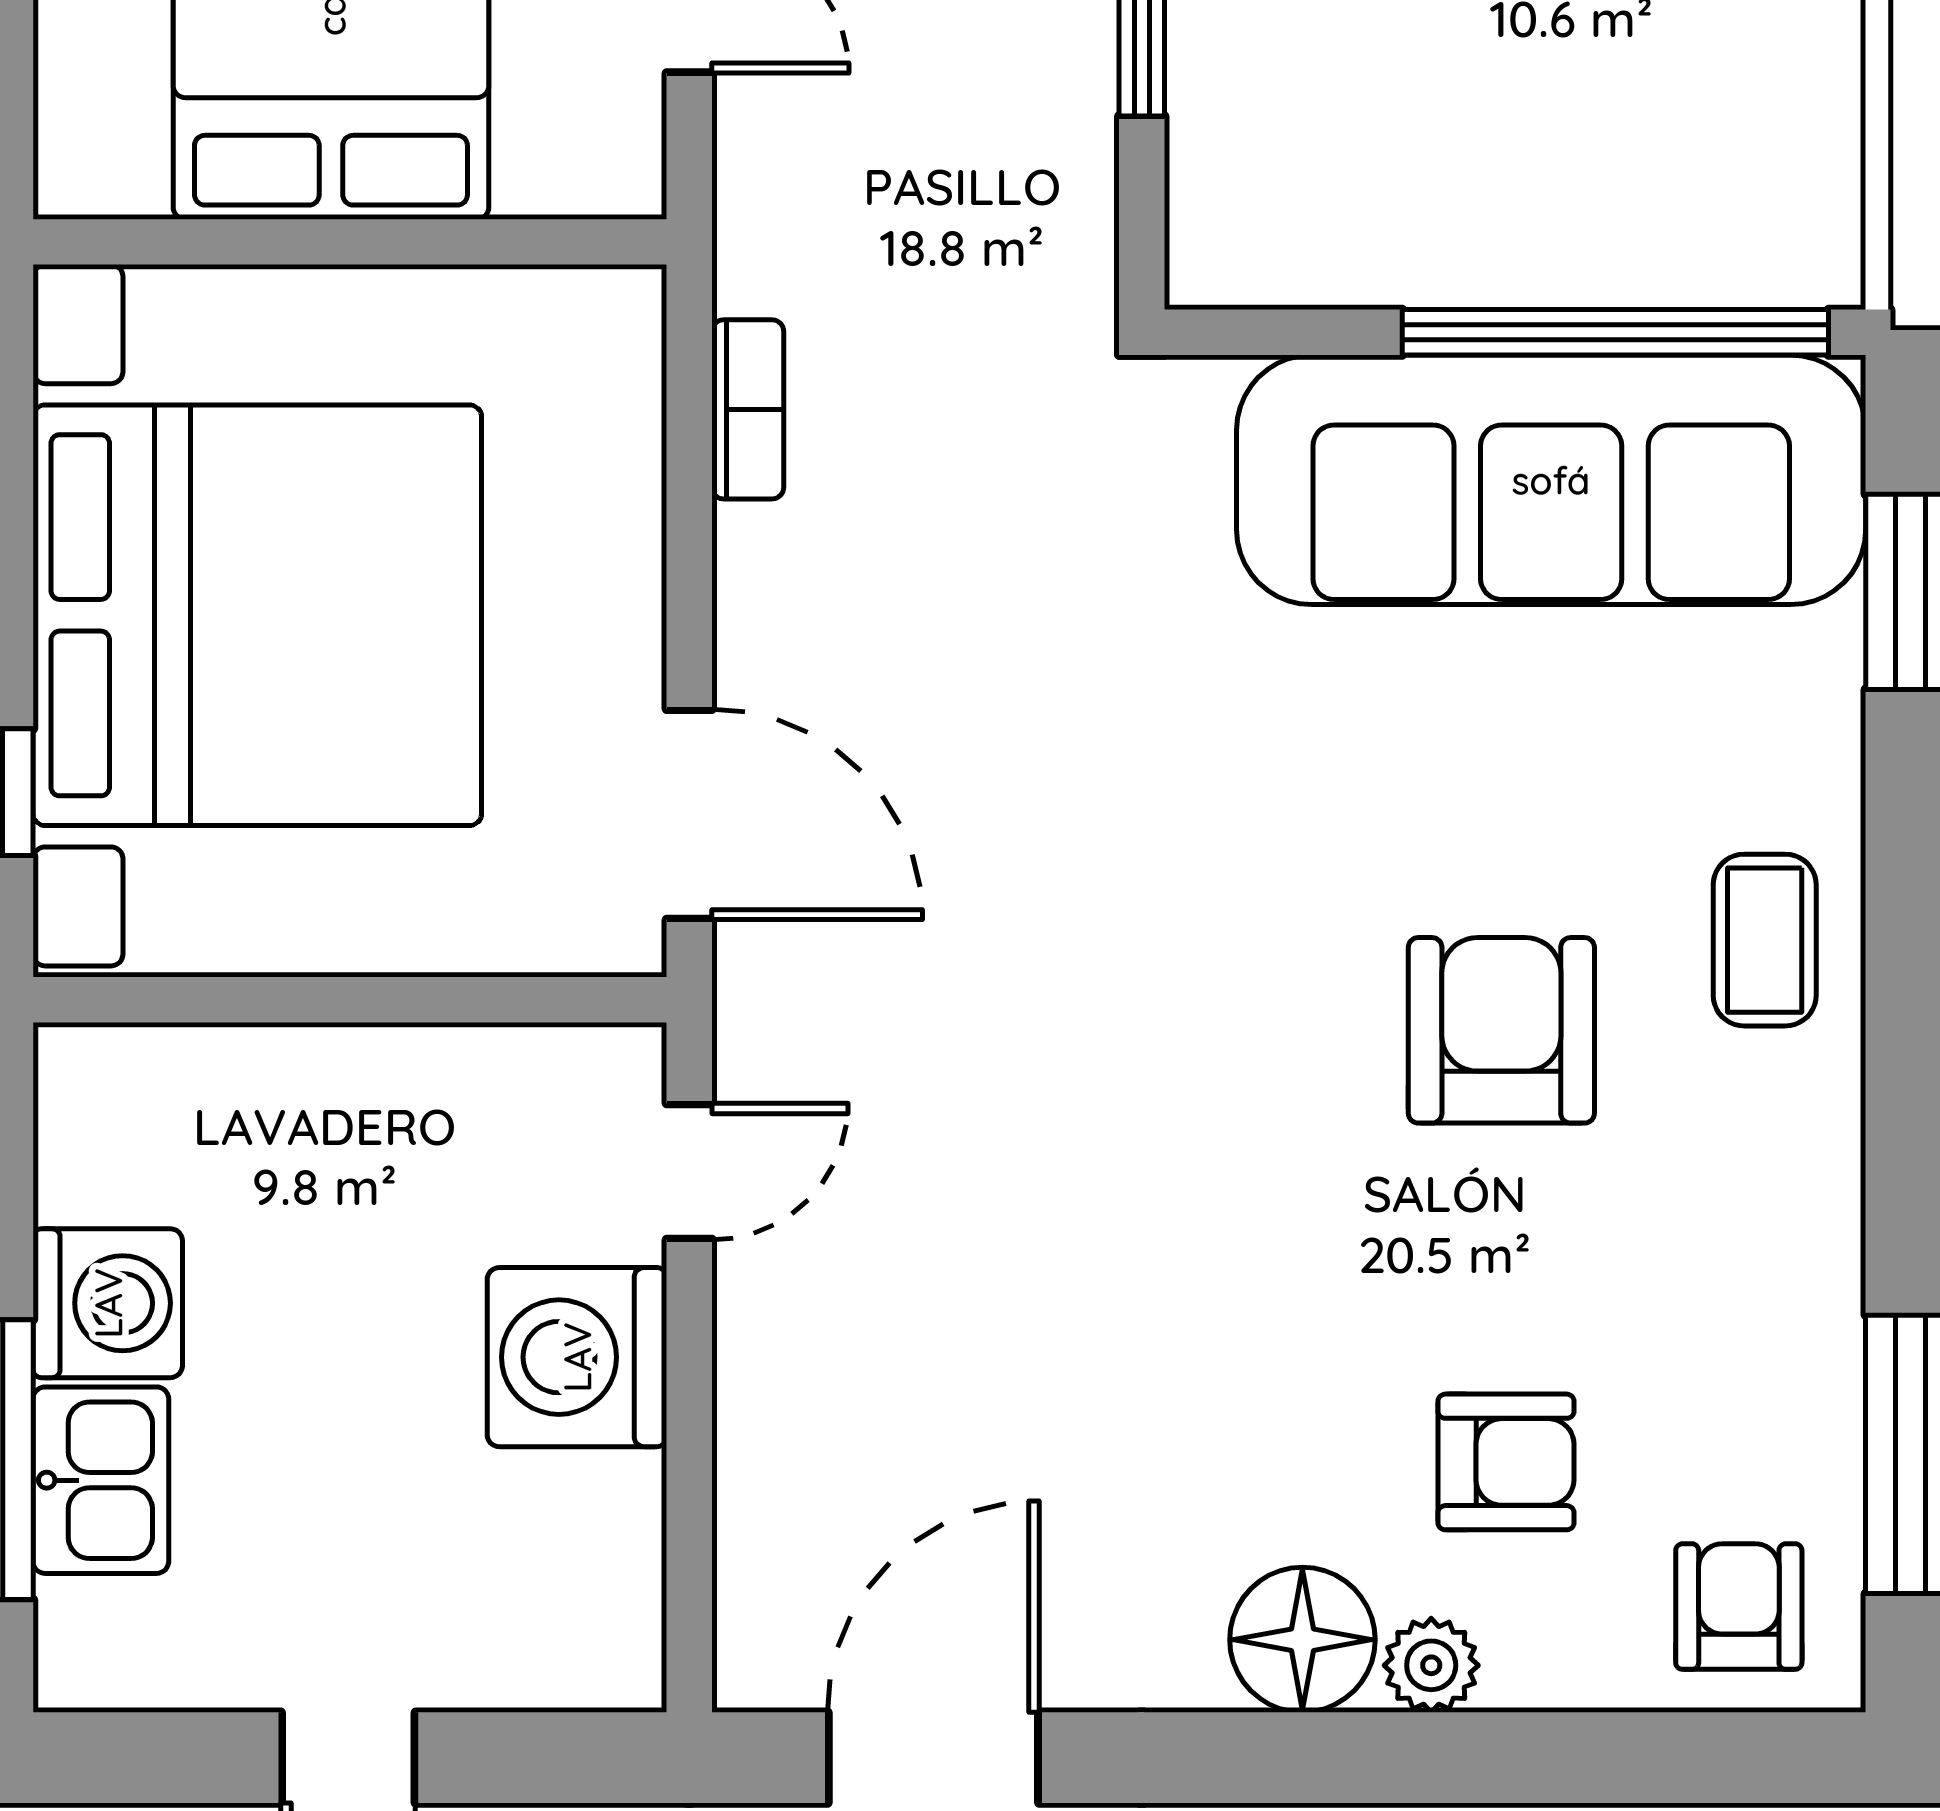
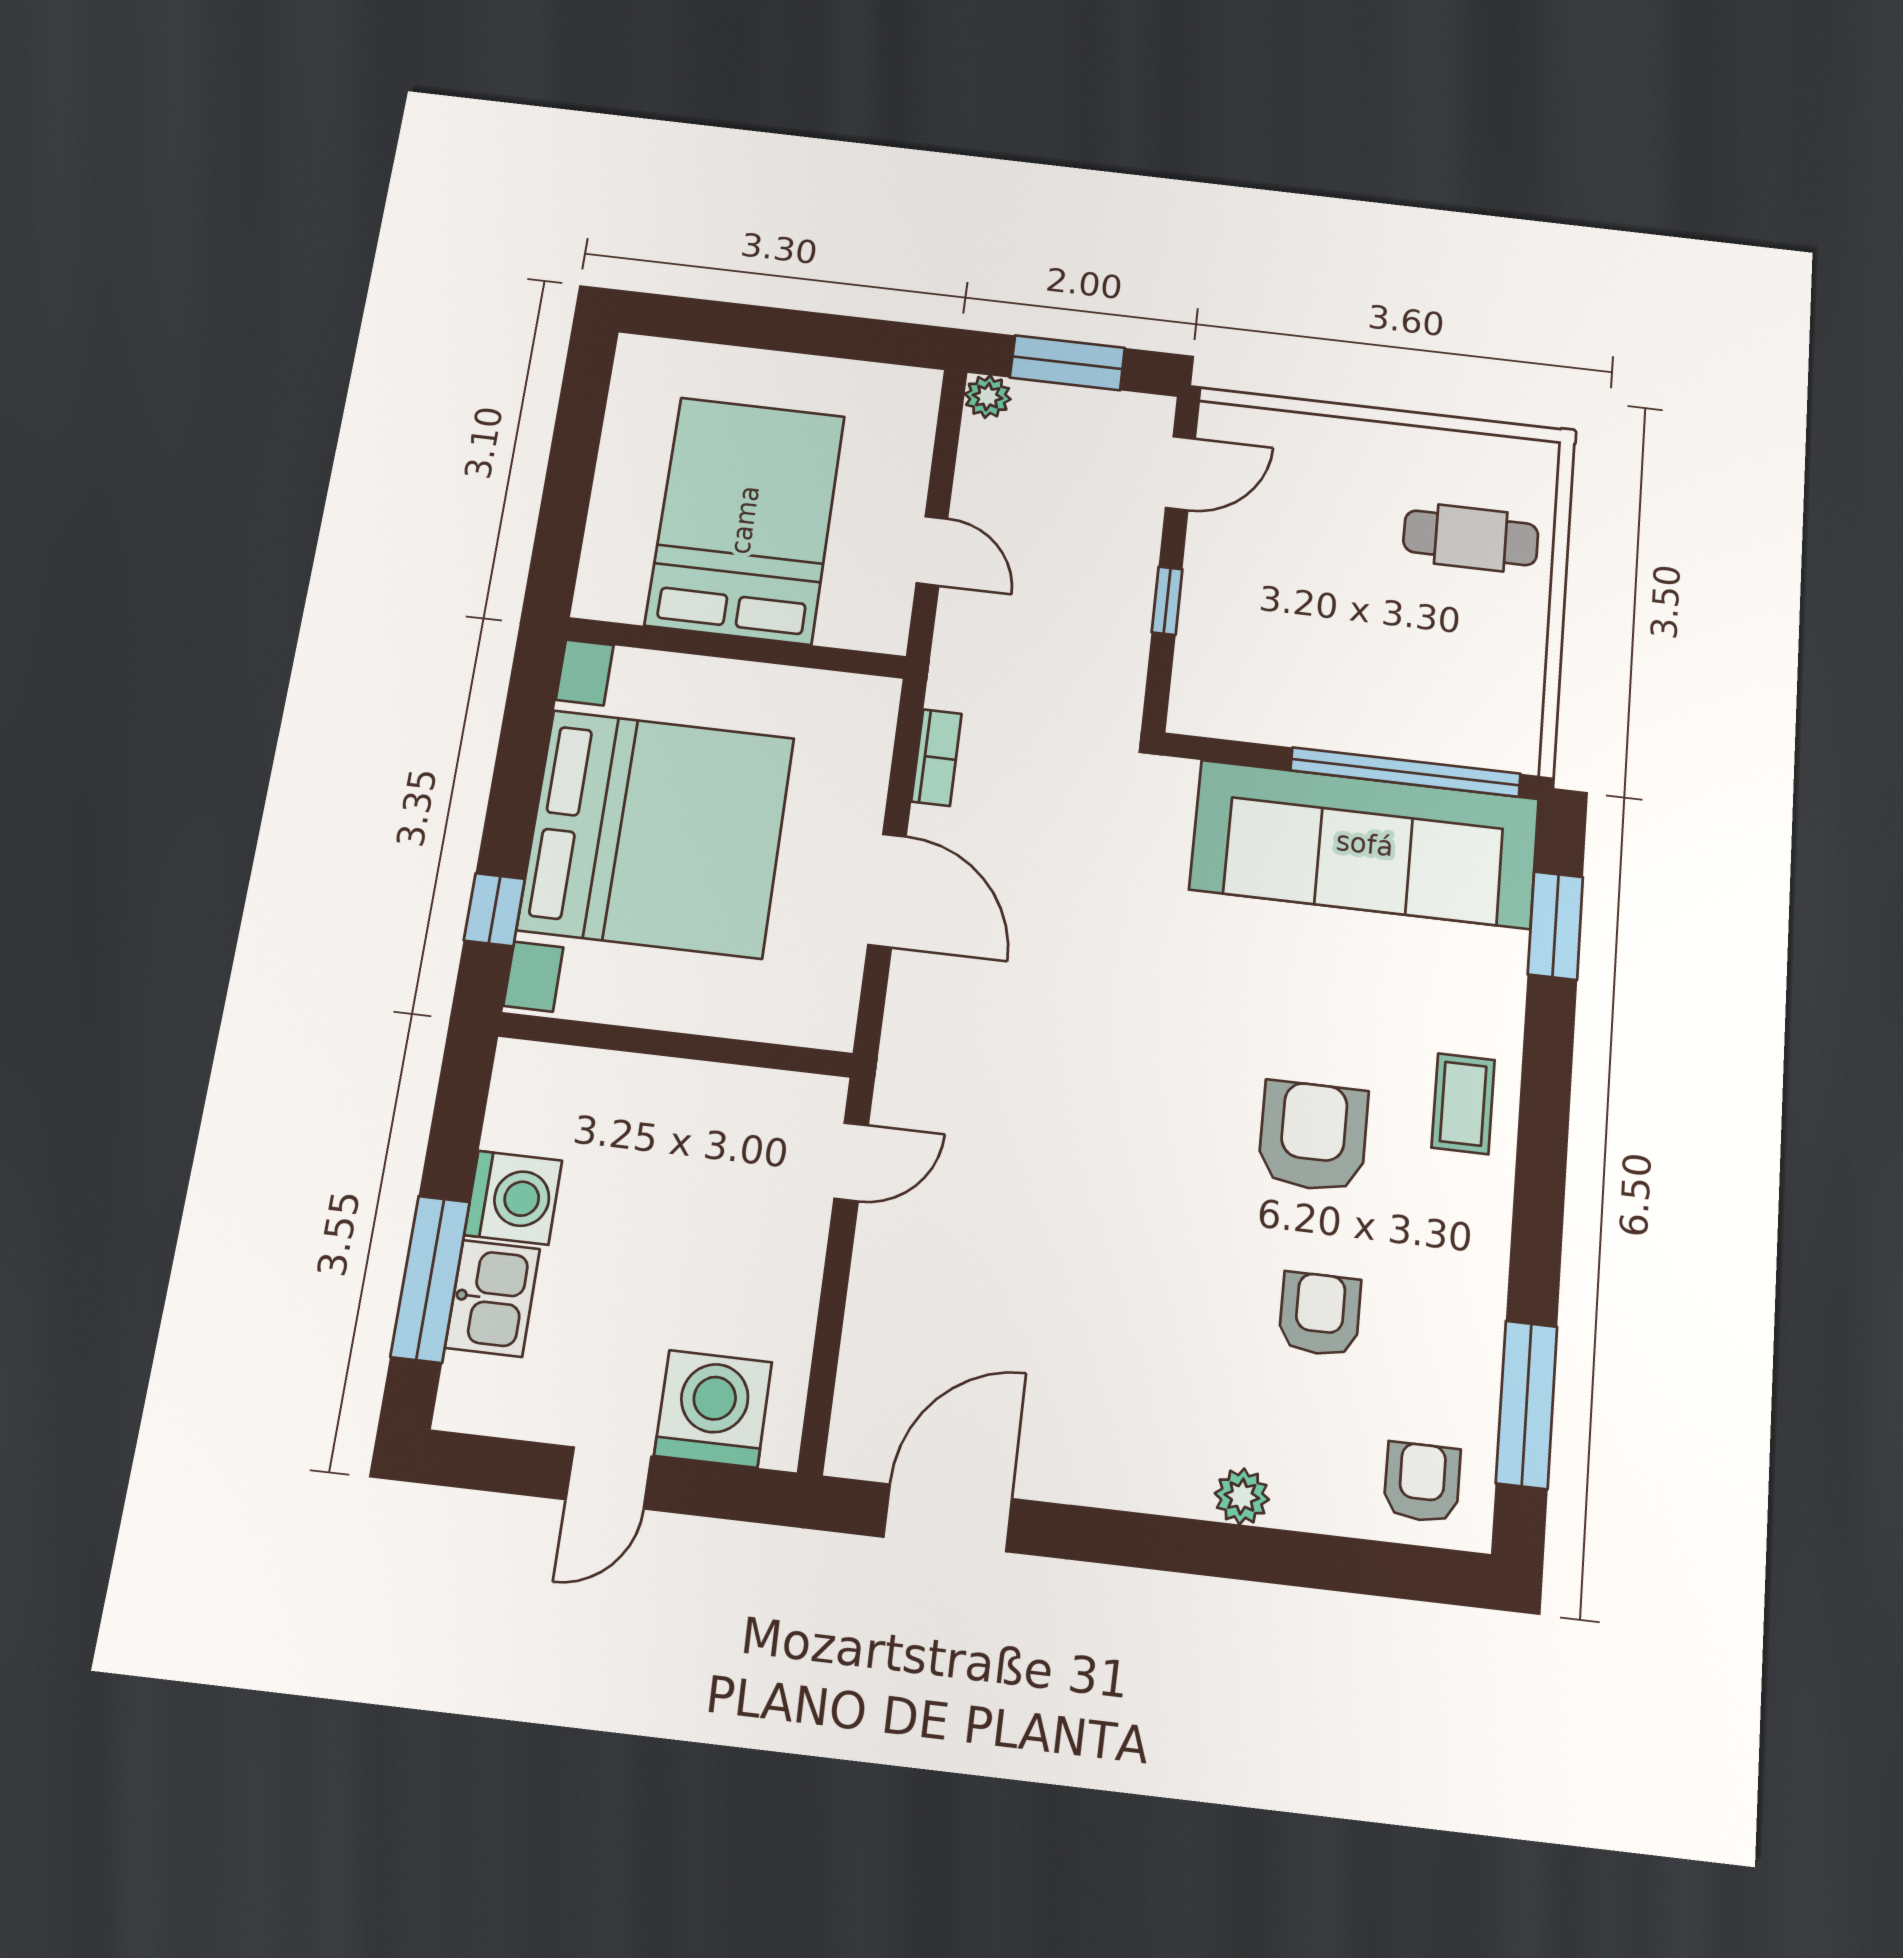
door: (689, 814) -> (887, 890), moved
washing machine: (577, 1357) -> (713, 1409), moved, turned 90
armchair: (1506, 1462) -> (1320, 1314), moved, turned -90
floor lamp: (1302, 1640) -> (1169, 1472), removed

